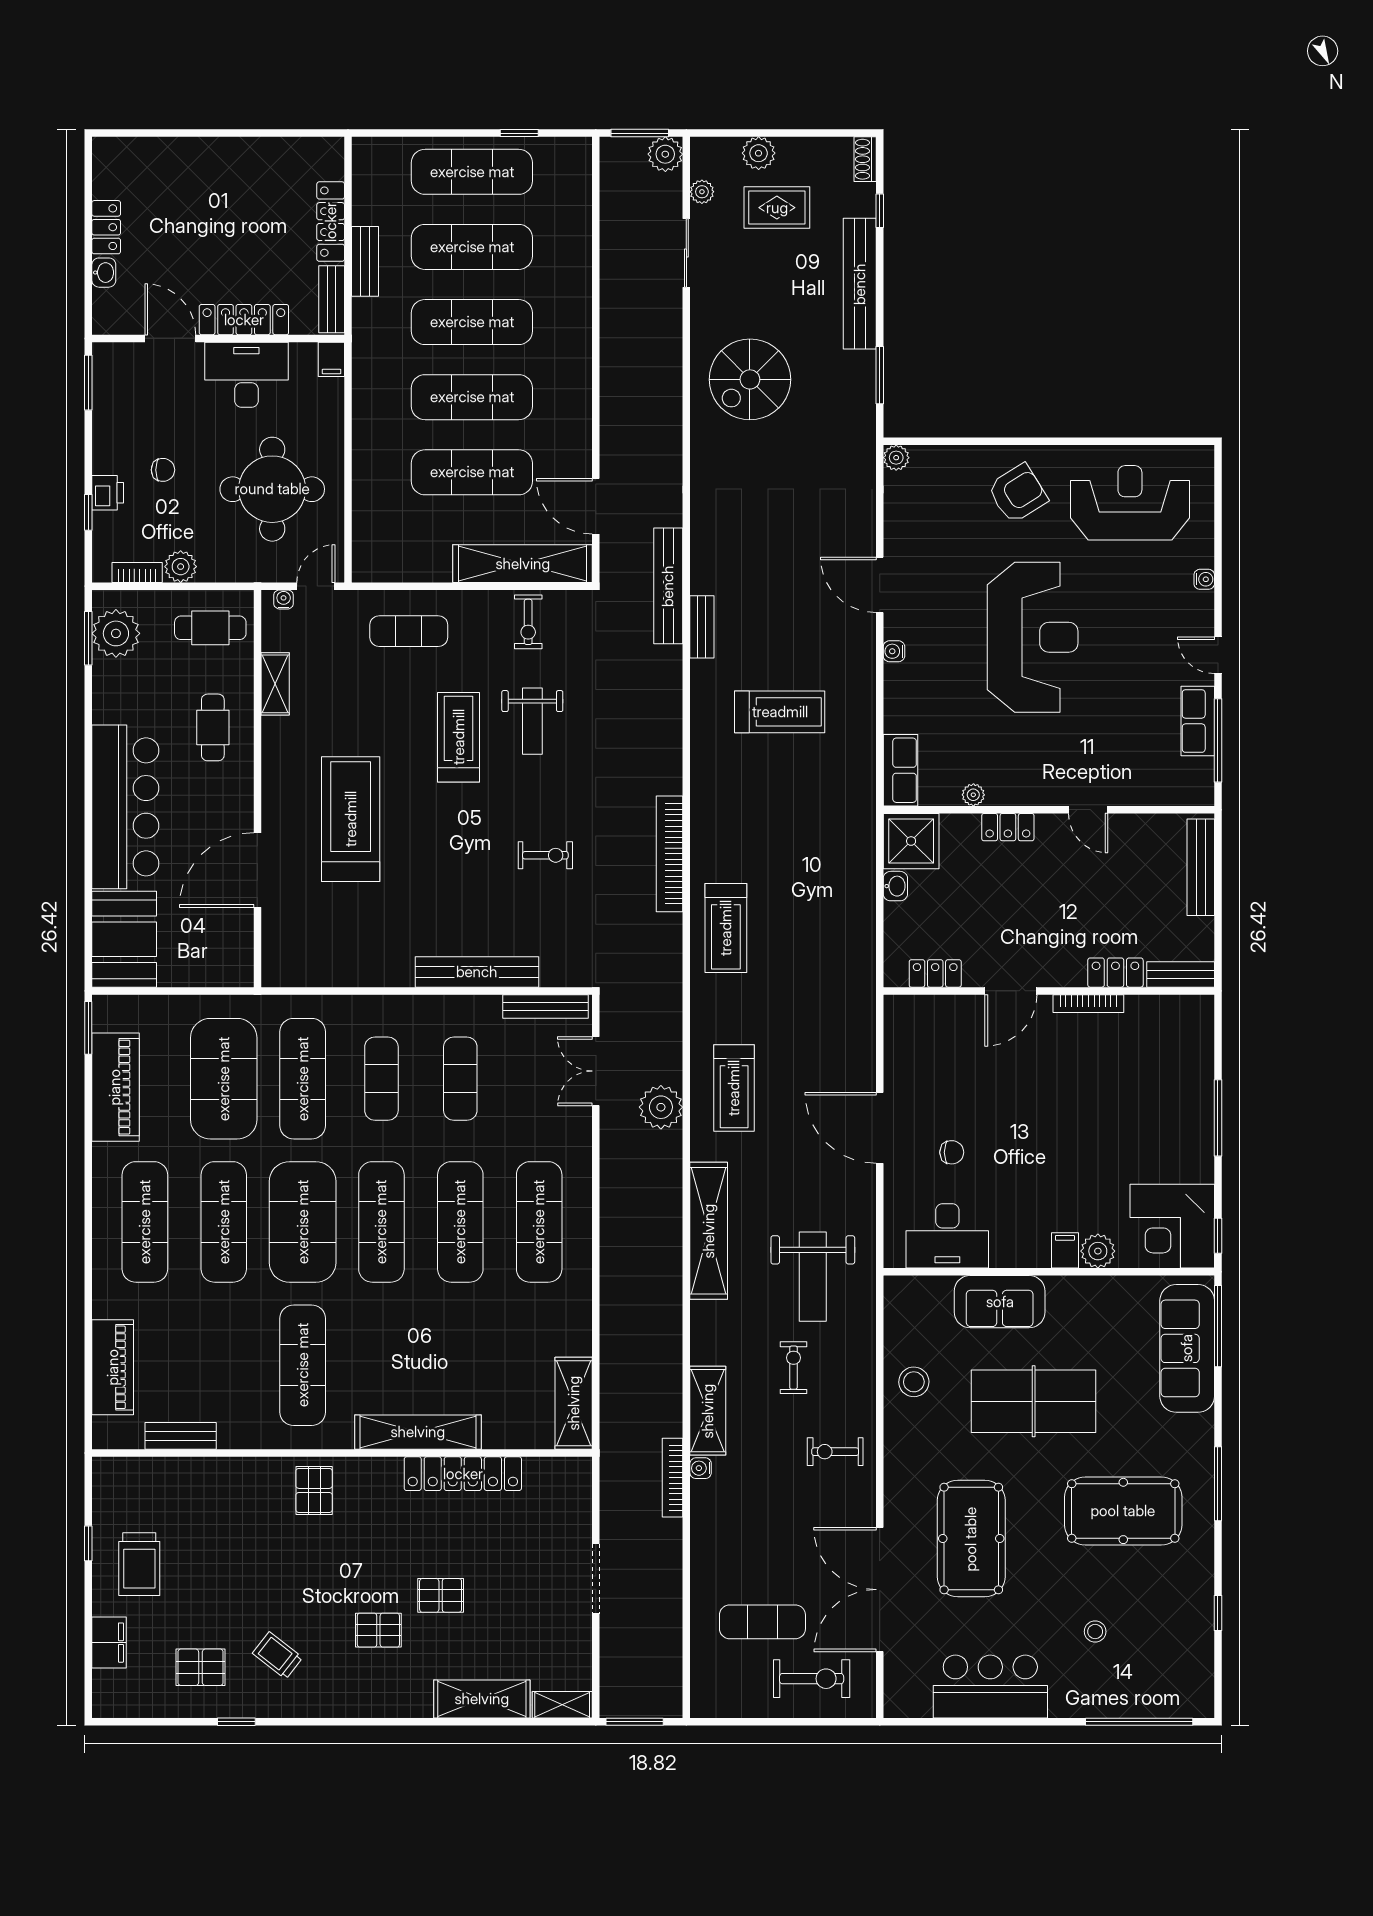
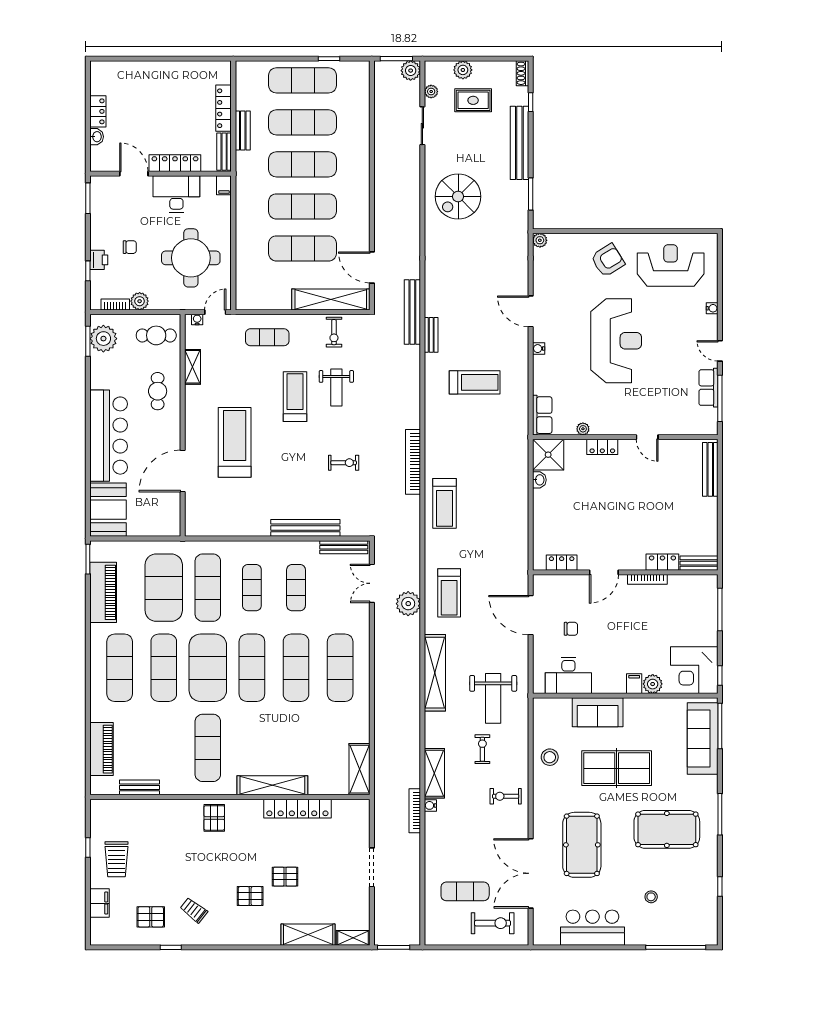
locker: (935, 973) -> (562, 563), moved
locker: (1115, 973) -> (662, 562), moved
bench: (1181, 974) -> (699, 563), moved
door: (1011, 991) -> (604, 572), moved
wall: (1049, 991) -> (625, 572), moved
bookcase: (1088, 1004) -> (647, 579), moved

